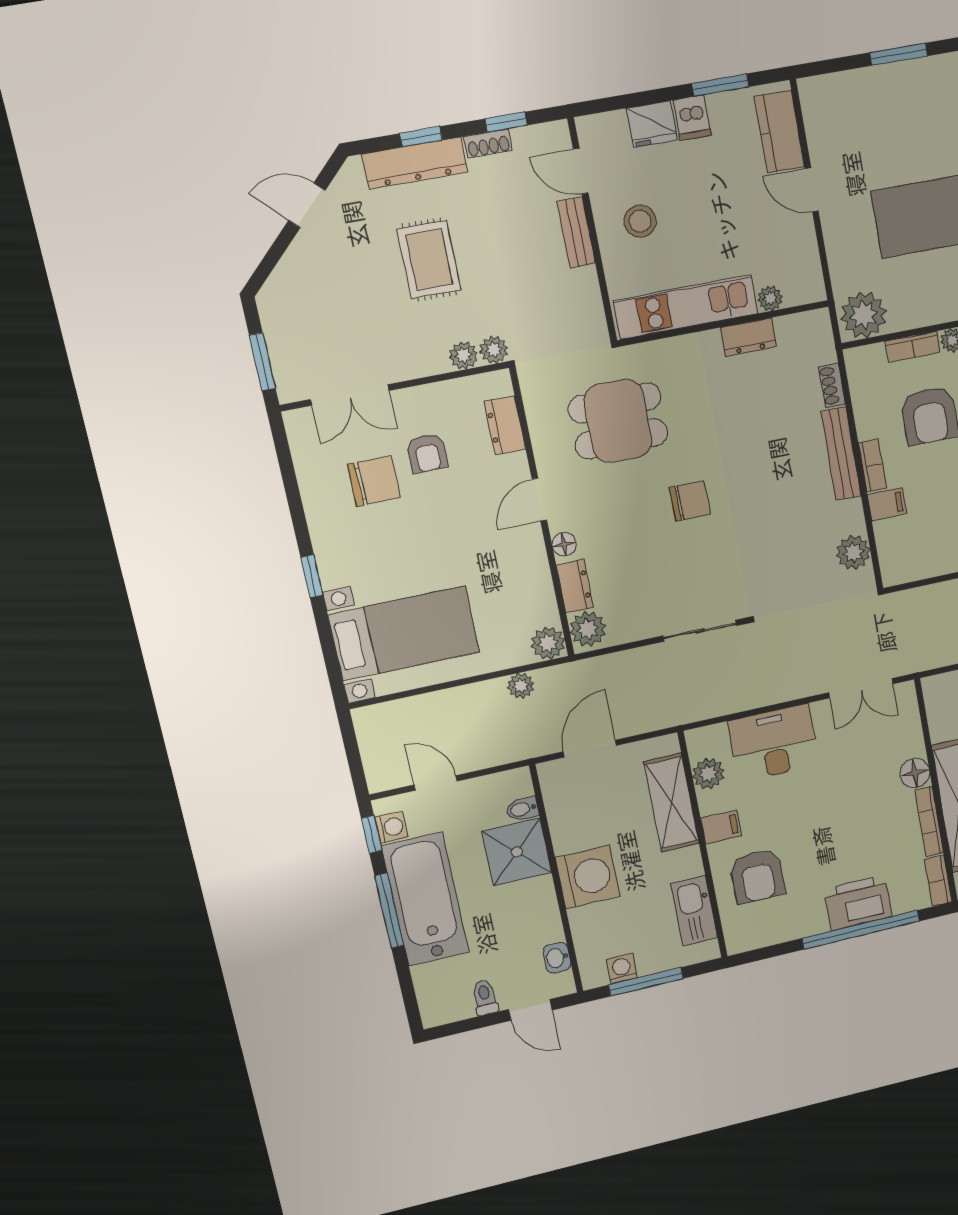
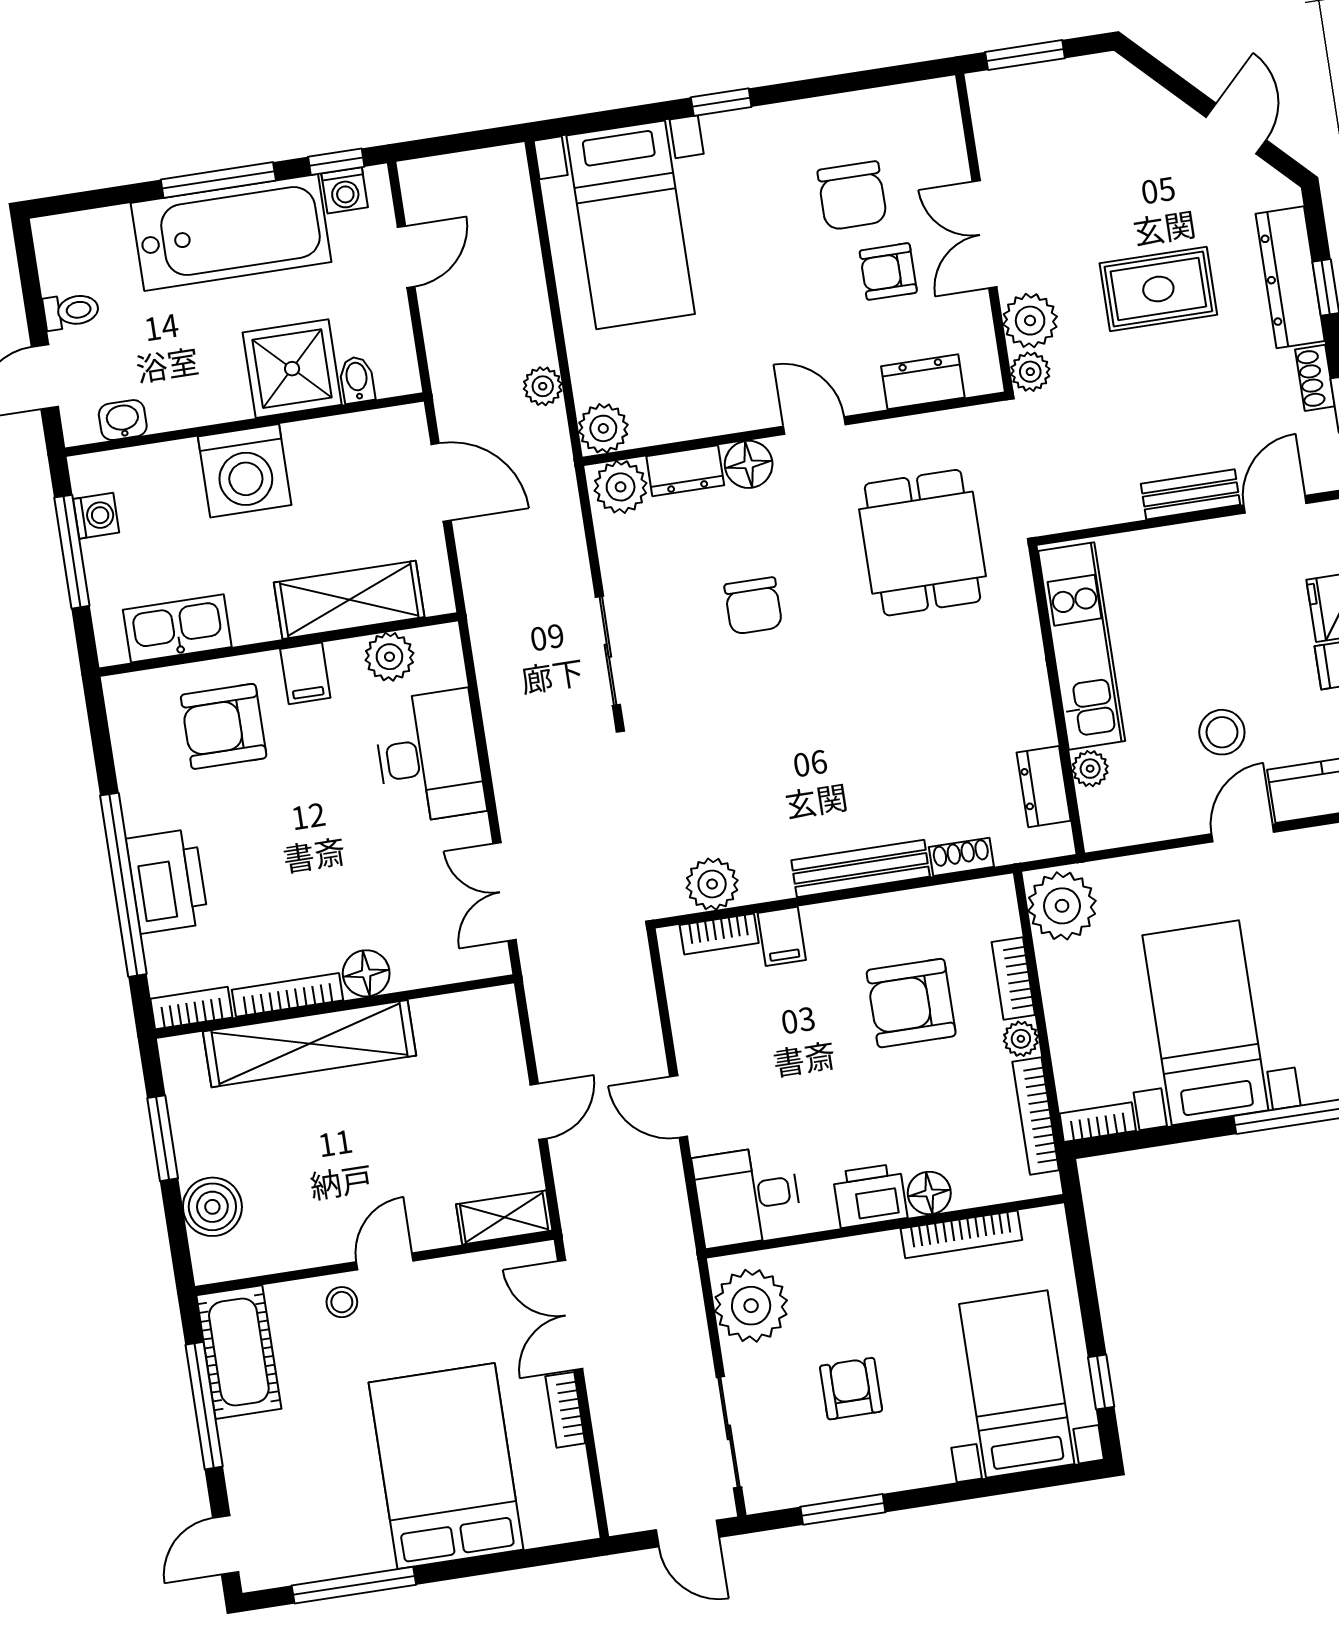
stool: (640, 221) -> (1222, 732), moved
dresser: (748, 337) -> (1044, 787), moved
plant: (463, 355) -> (1030, 321), width x1.38, depth x1.38
double door: (350, 395) -> (984, 234), moved
bookcase: (872, 465) -> (719, 934), moved
chair: (690, 501) -> (753, 606), moved
floor lamp: (564, 544) -> (749, 464), width x1.37, depth x1.37

